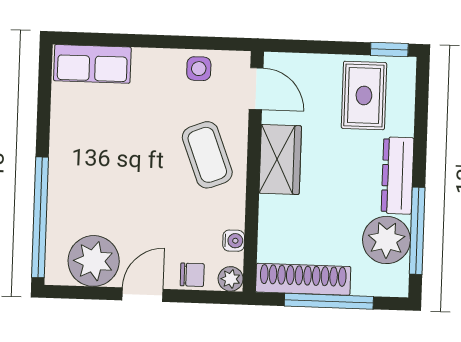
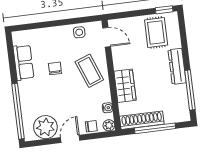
row of seats: (92, 64) -> (23, 62), moved, turned -90
chair: (134, 138) -> (55, 68), added
wardrobe: (280, 159) -> (125, 86), moved
plant: (386, 240) -> (177, 96), removed

